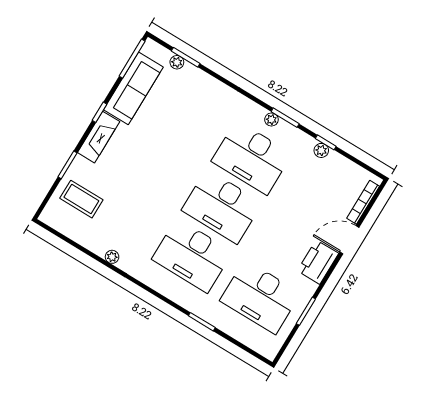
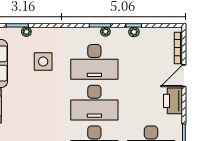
plant: (177, 62) -> (26, 32), moved
side table: (190, 120) -> (43, 62), added
plant: (271, 120) -> (105, 32), moved

